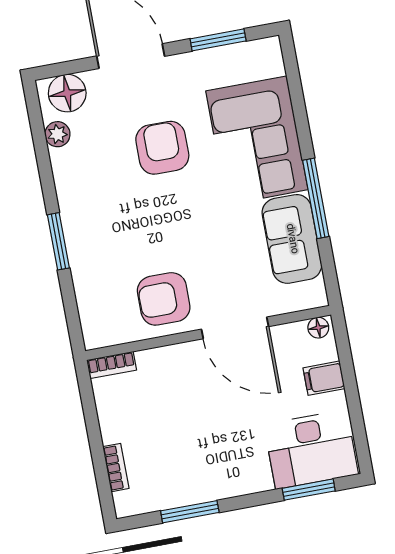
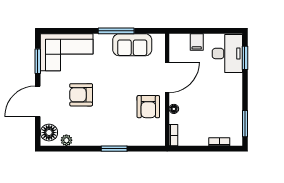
corner sofa: (257, 140) -> (67, 52), moved
floor lamp: (318, 328) -> (174, 109), moved
window: (190, 512) -> (245, 124), moved

